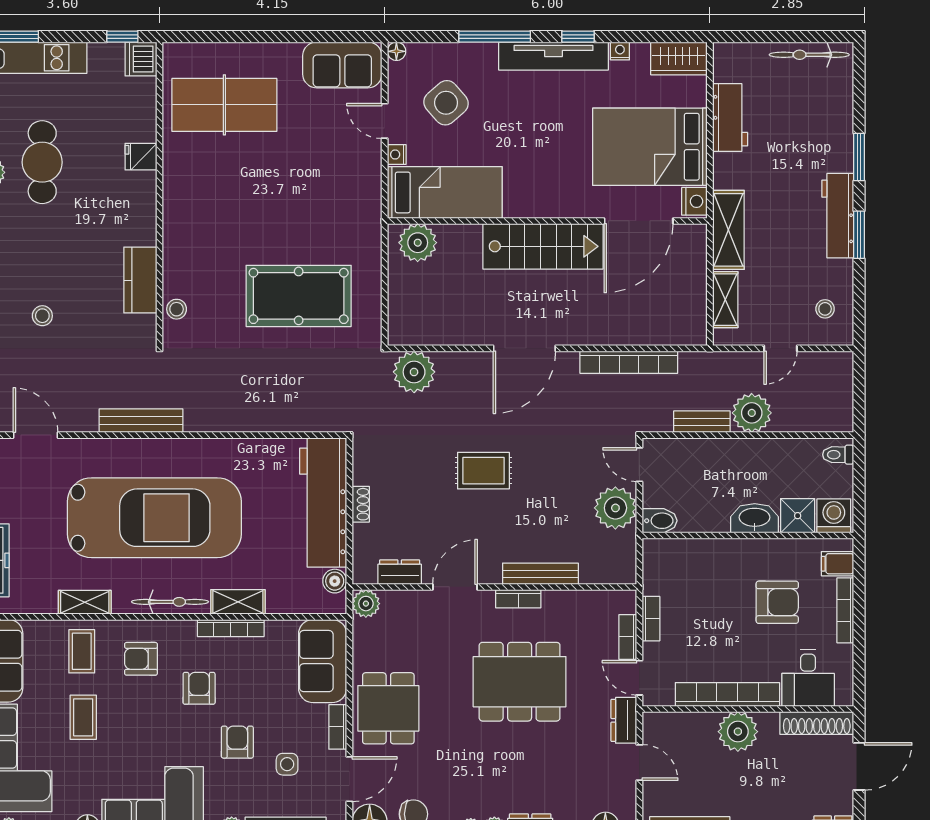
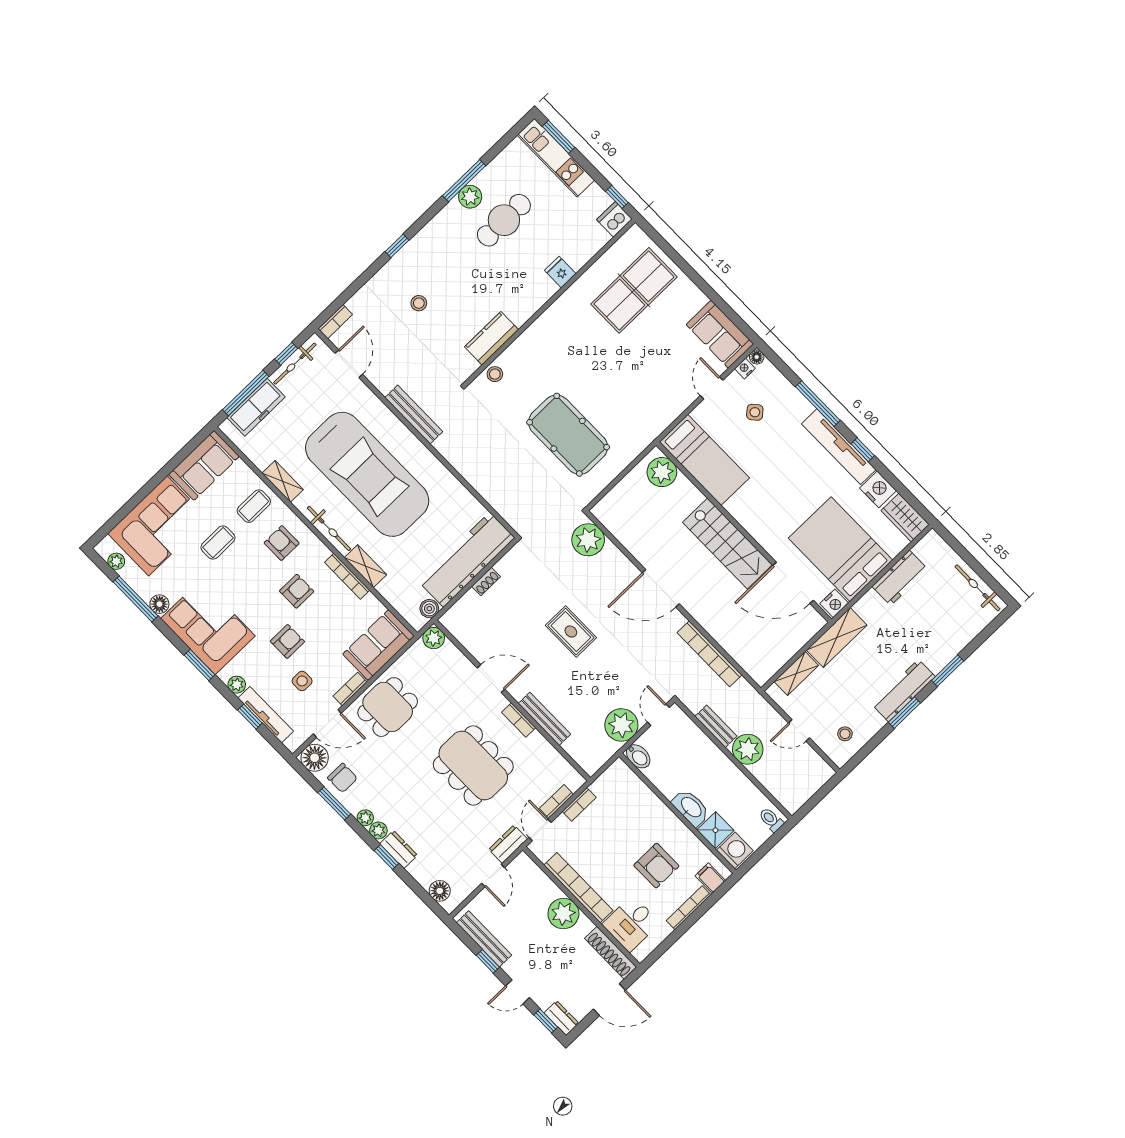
nightstand: (620, 51) -> (878, 489), width x1.89, depth x1.79
side table: (446, 103) -> (755, 412), width x0.54, depth x0.54
table tennis table: (224, 105) -> (634, 290), turned 90
nightstand: (397, 154) -> (745, 369), moved
dresser: (400, 572) -> (469, 640), removed

